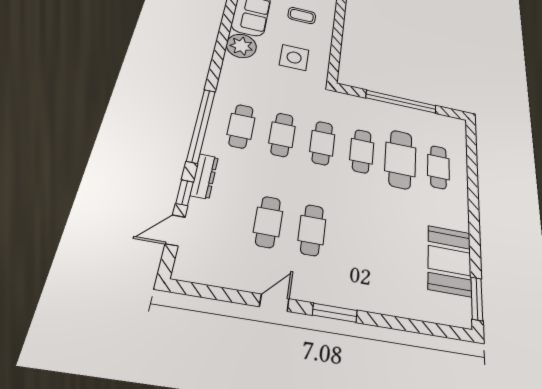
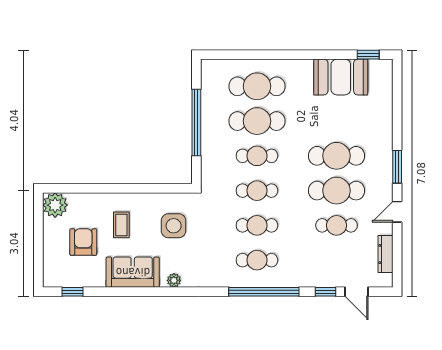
plant: (241, 46) -> (174, 280), width x0.53, depth x0.53
cafe table: (438, 167) -> (257, 86), width x1.37, depth x1.35
dresser: (204, 176) -> (385, 254), moved, turned -90
cafe table: (312, 230) -> (337, 191), width x1.37, depth x1.35
cafe table: (355, 238) -> (337, 156), added
window: (477, 299) -> (368, 55), width x0.67
door: (274, 303) -> (397, 212), hinge flipped

